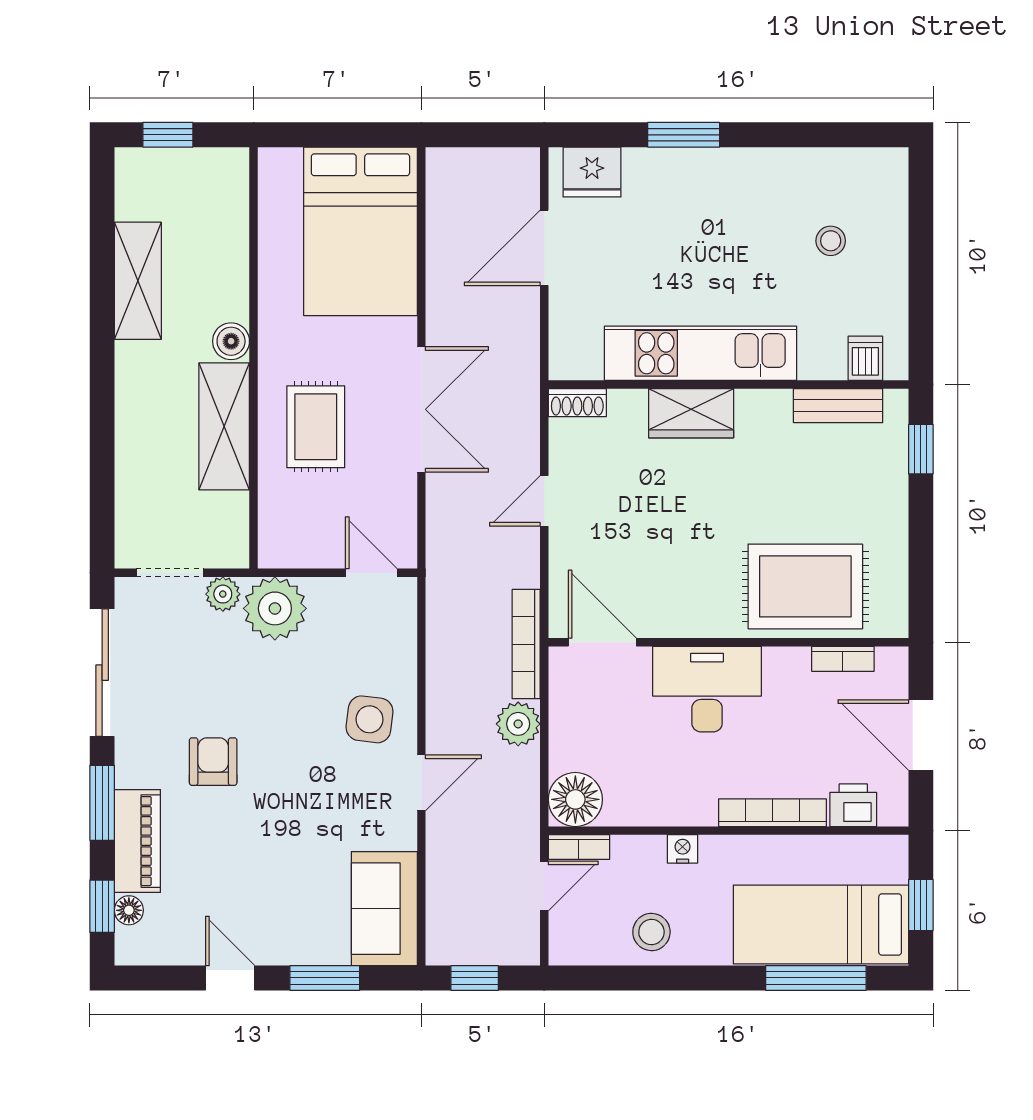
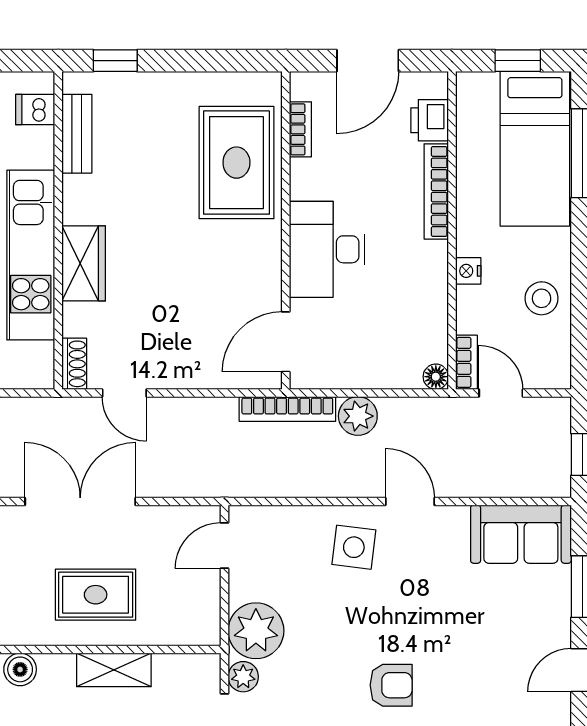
shelving: (224, 426) -> (114, 670), width x0.67, depth x0.75
door: (544, 501) -> (124, 393), moved
armchair: (213, 762) -> (391, 685), turned 180
floor lamp: (575, 799) -> (436, 377), width x0.53, depth x0.53

